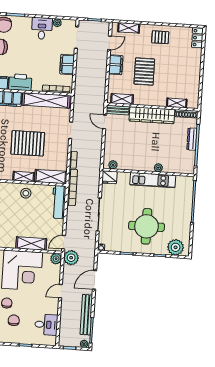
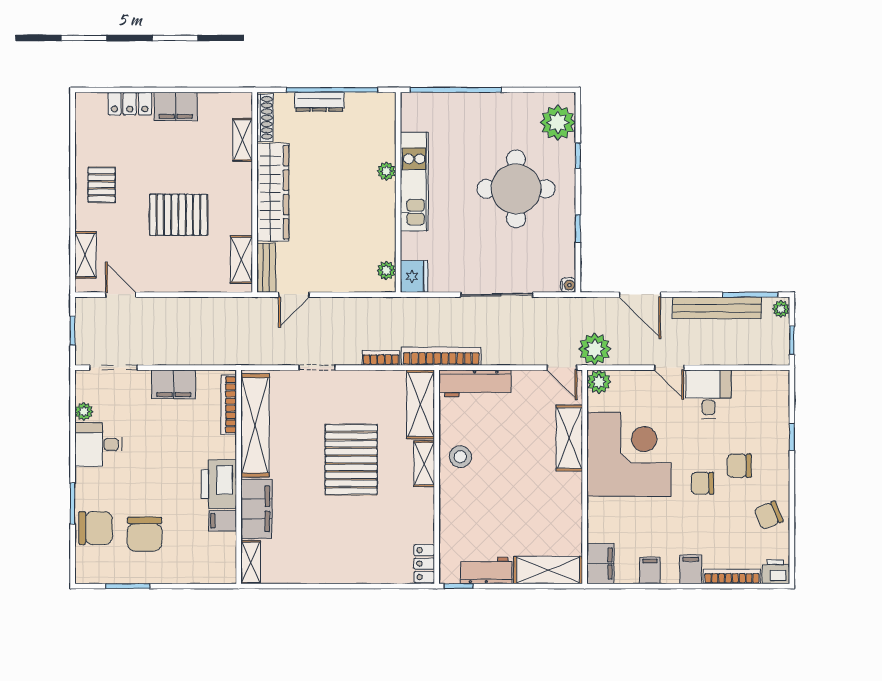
locker: (197, 38) -> (130, 104), moved
filing cabinet: (116, 65) -> (176, 106), moved, turned 180
desk: (46, 325) -> (708, 394), moved

